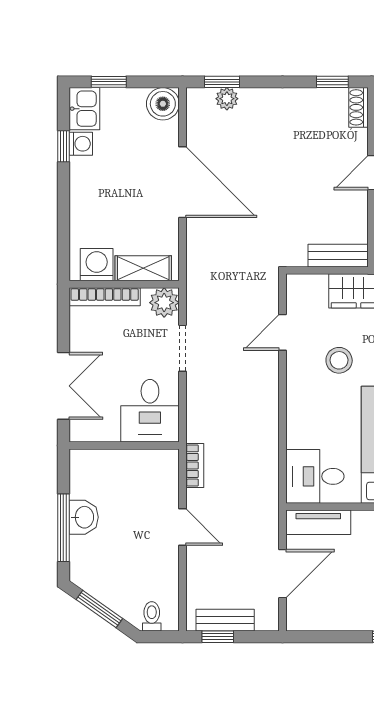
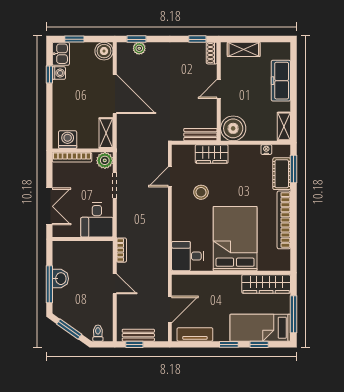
shelving: (143, 268) -> (106, 133), moved, turned 90
tv unit: (318, 522) -> (195, 334), moved, turned 180

